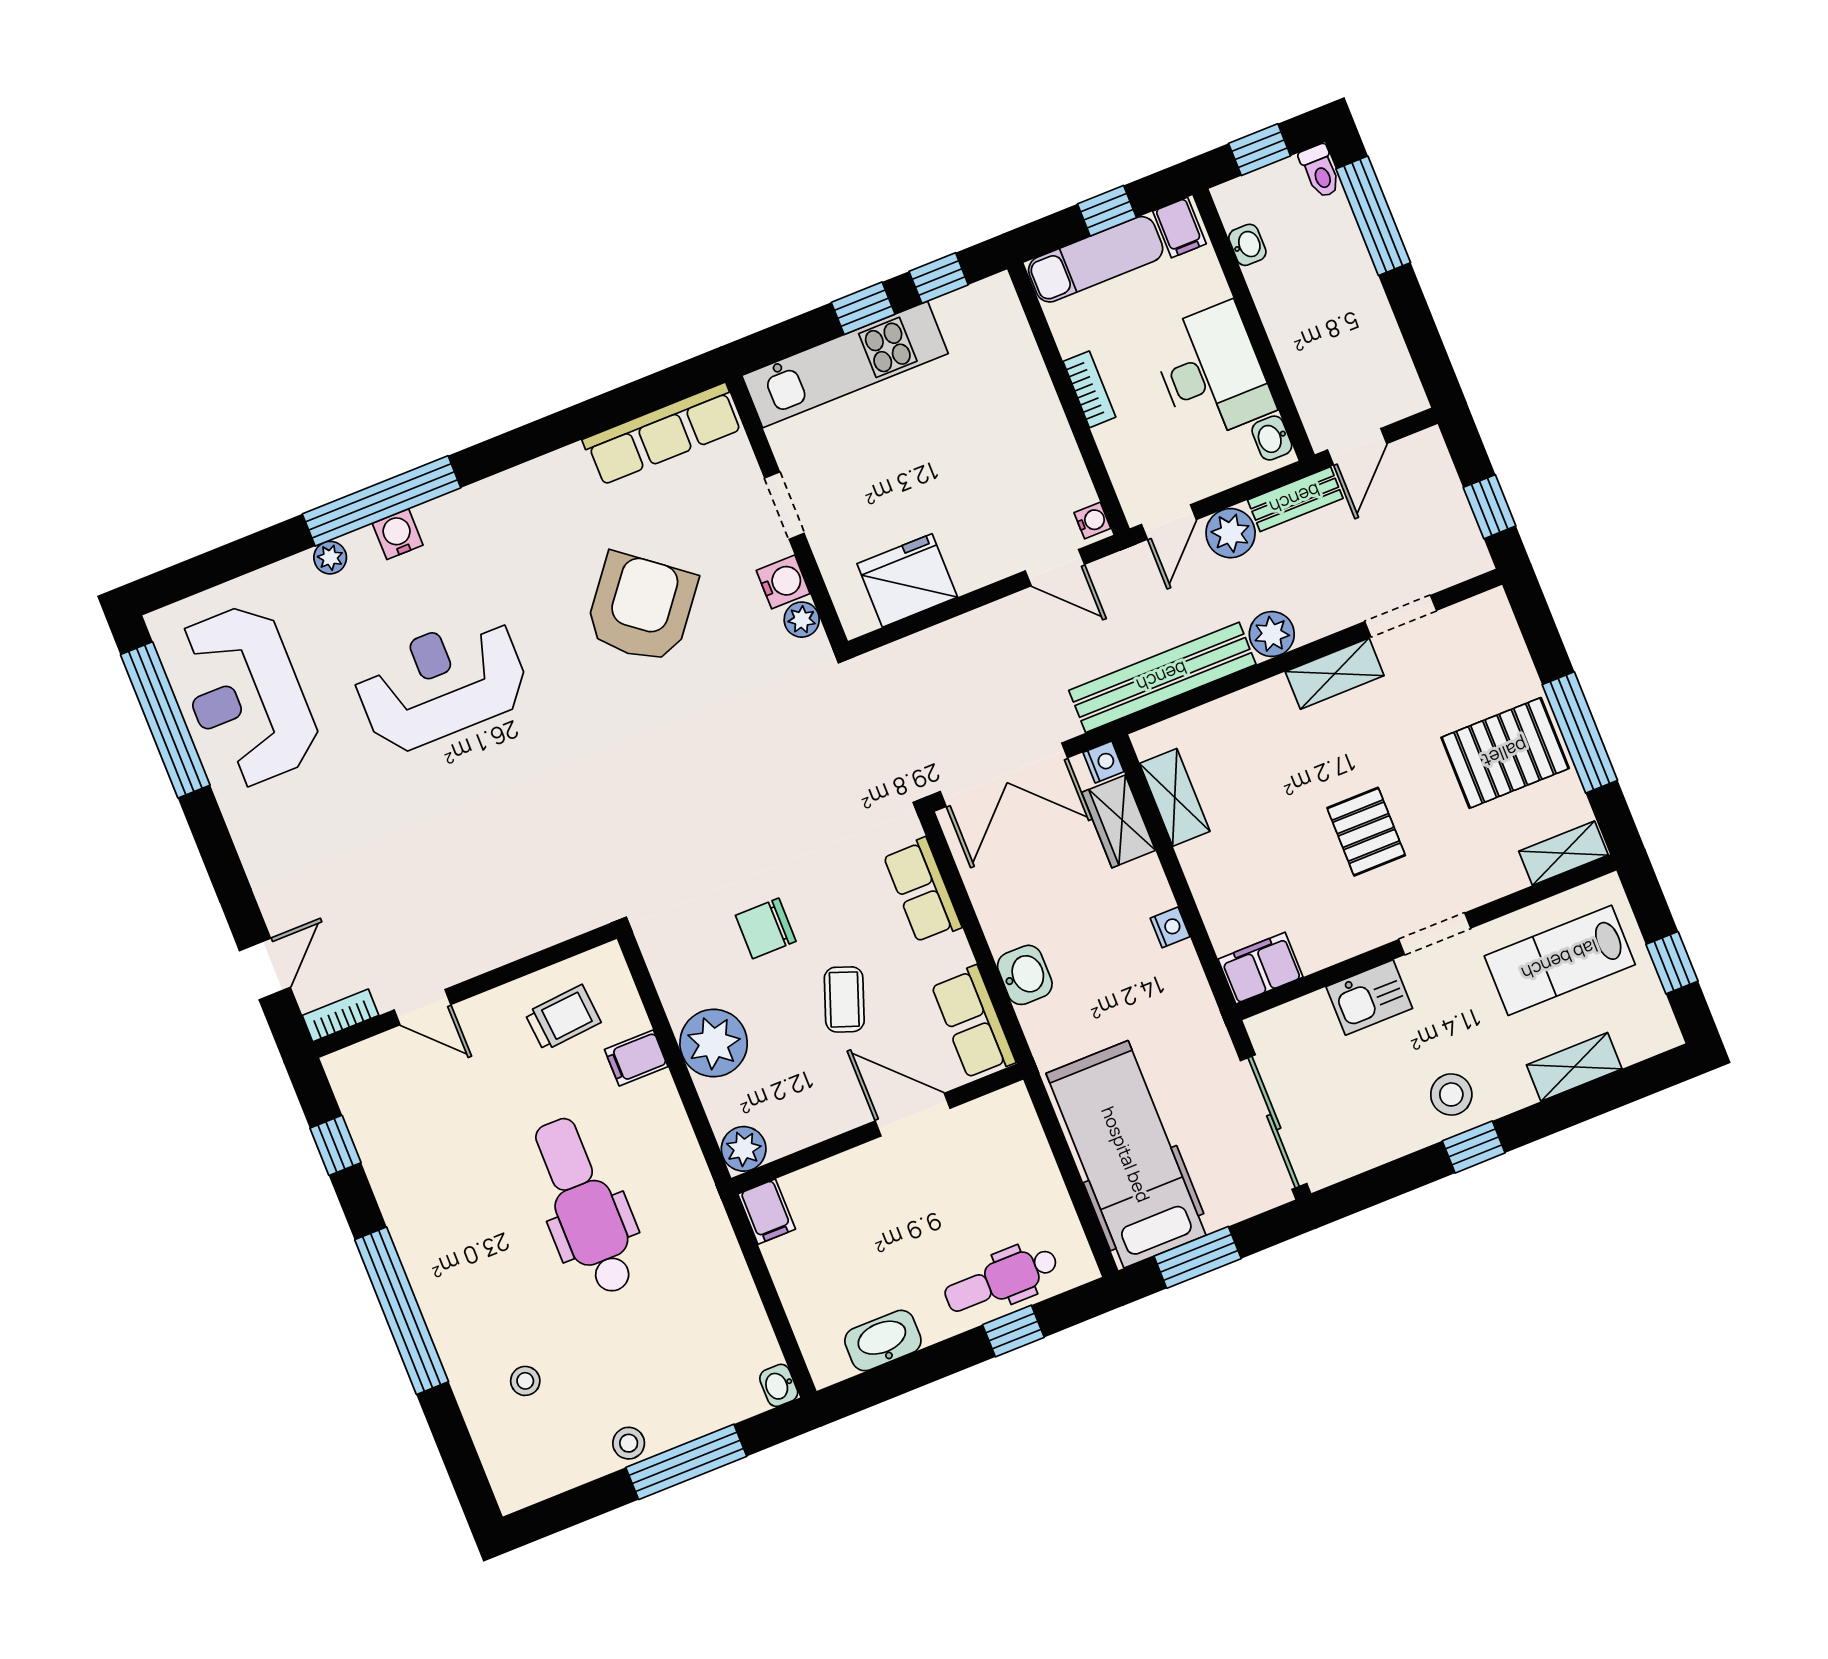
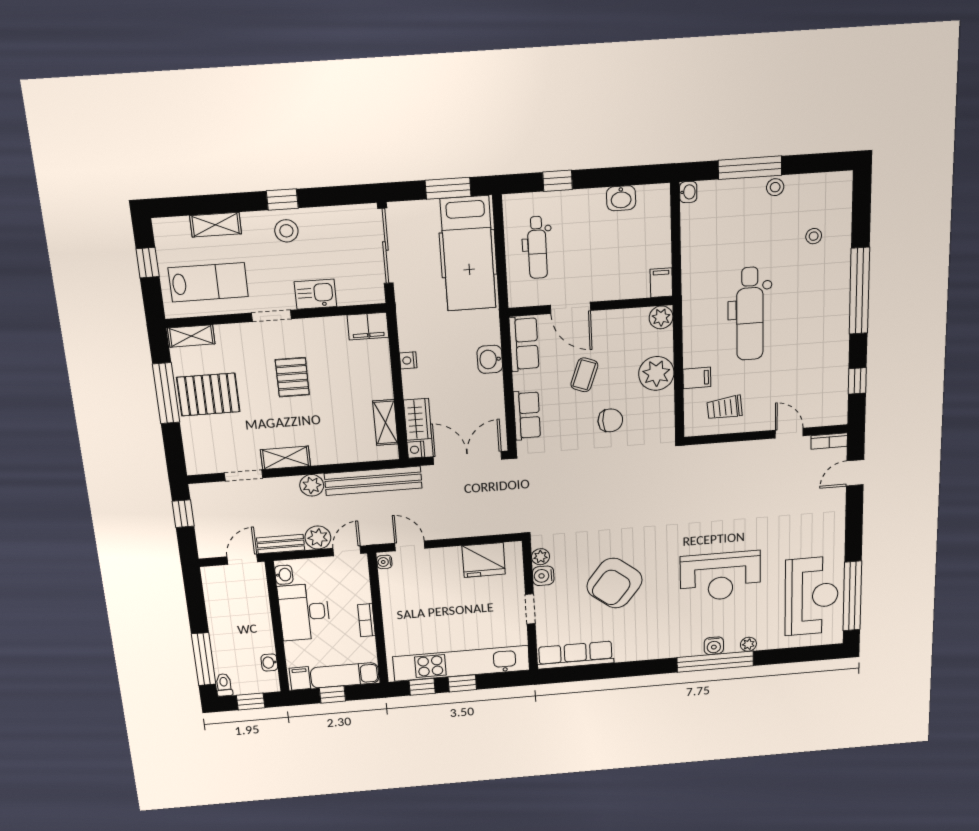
kitchen unit: (845, 365) -> (461, 663), width x1.36
dental chair: (1001, 1280) -> (537, 247), moved, turned 90
washbasin: (883, 1341) -> (621, 198), width x0.72

